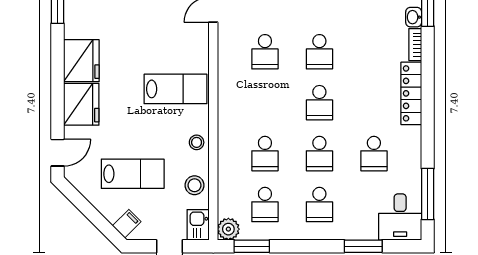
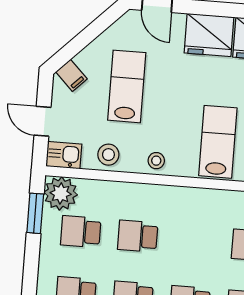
lab bench: (176, 89) -> (218, 142), turned 180
lab bench: (133, 174) -> (127, 86), turned 180
plant: (228, 229) -> (61, 193), width x1.36, depth x1.36

